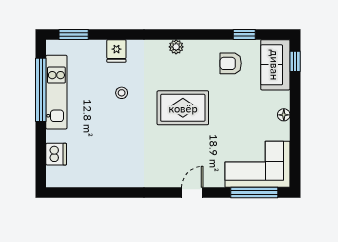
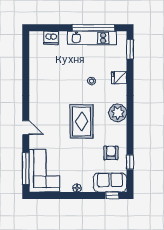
plant: (176, 47) -> (118, 113), width x1.88, depth x1.88

